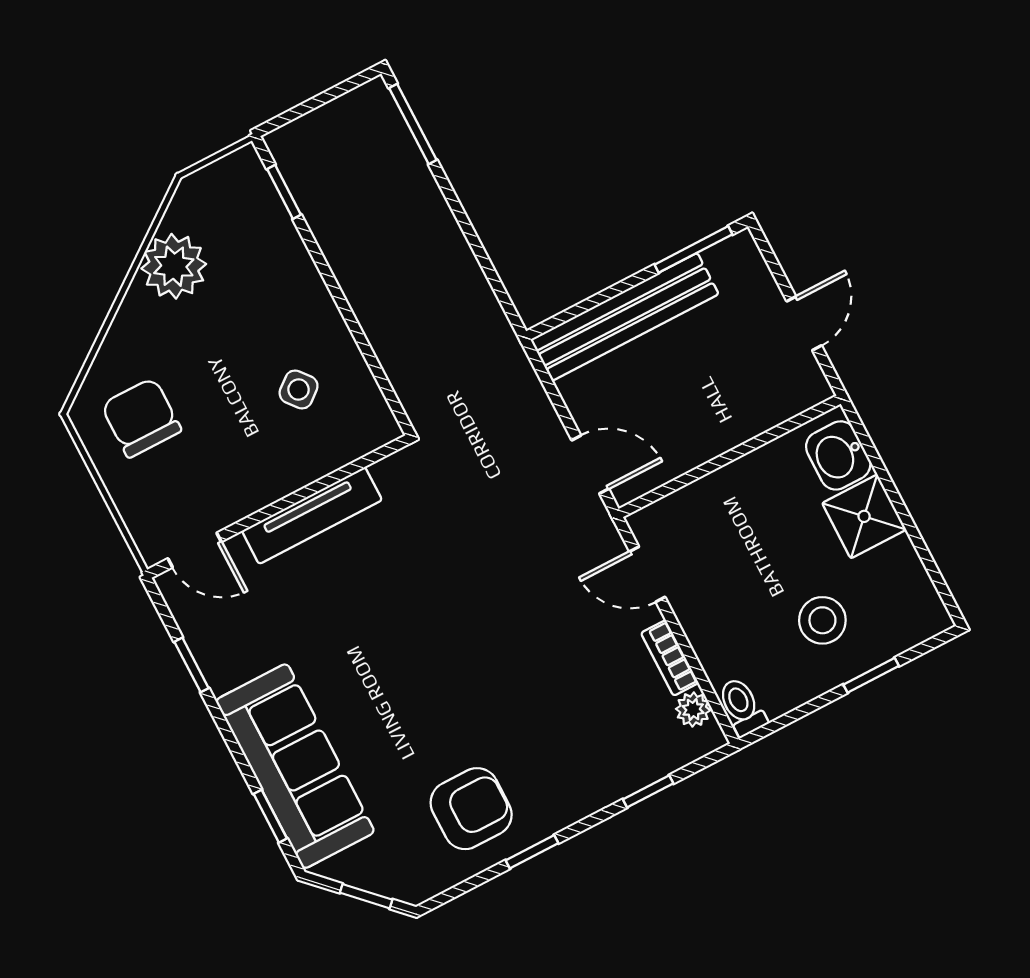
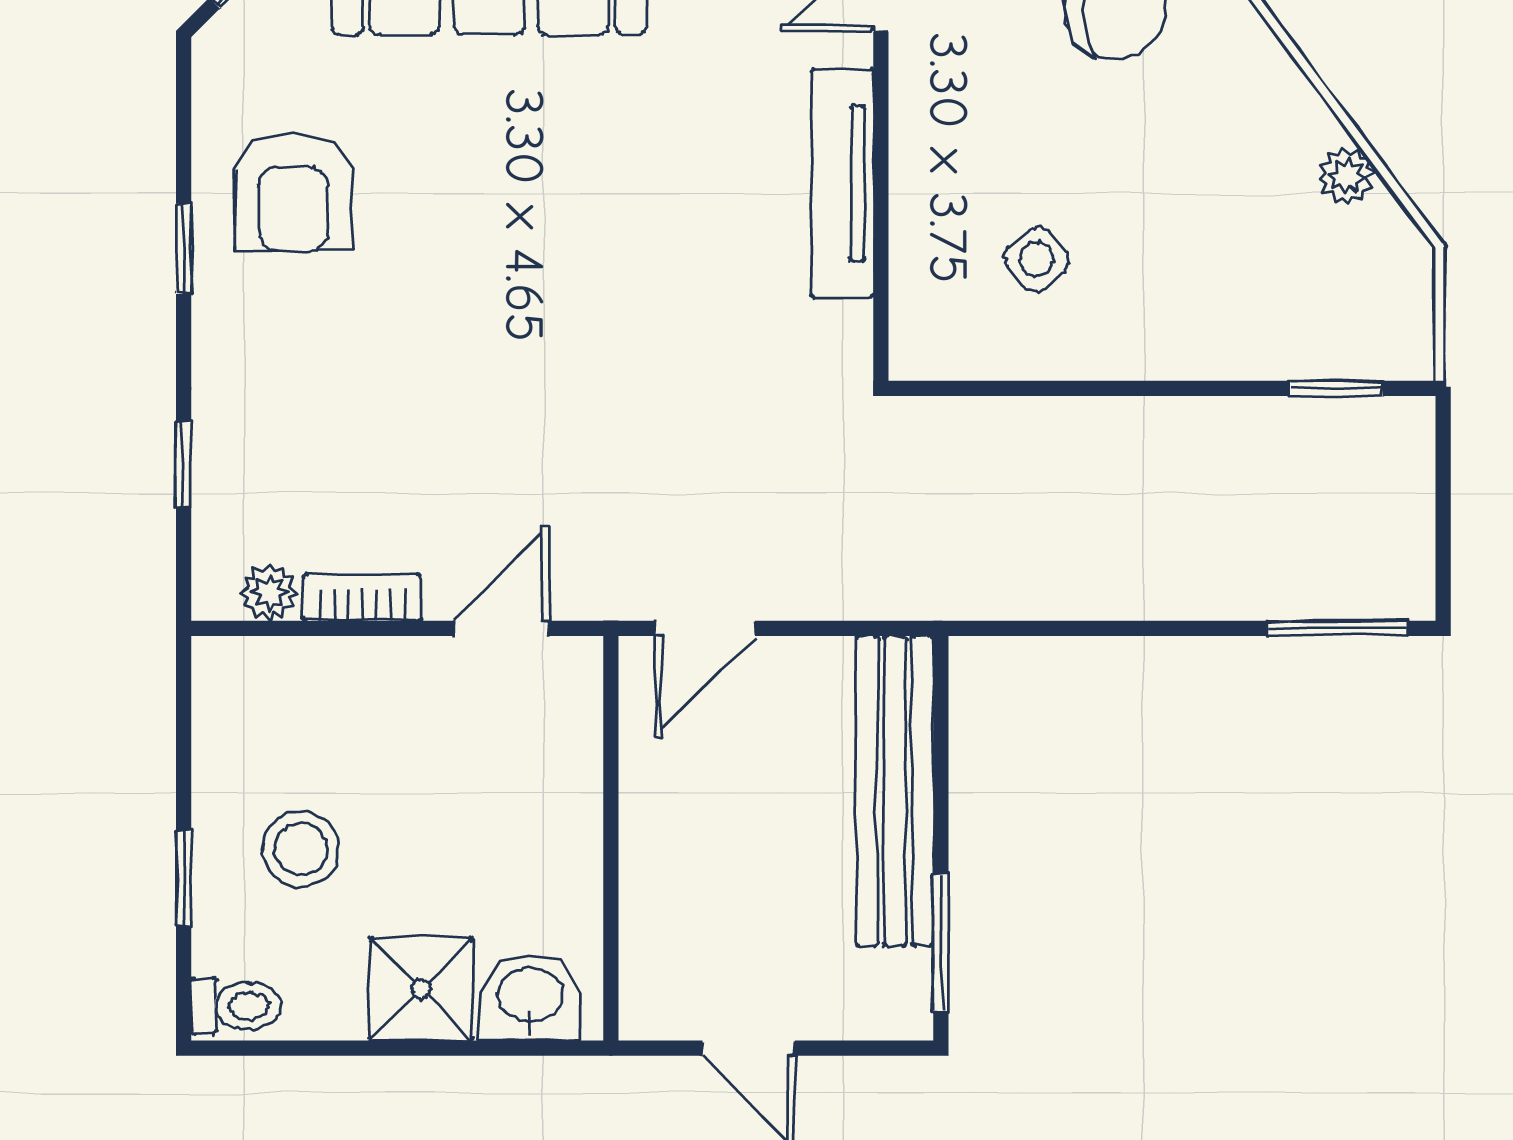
plant: (174, 266) -> (1347, 176), width x0.53, depth x0.53
toilet: (742, 707) -> (236, 1006), moved

